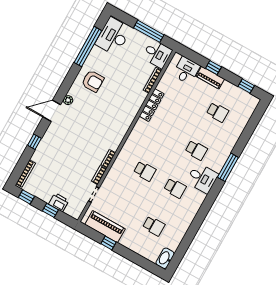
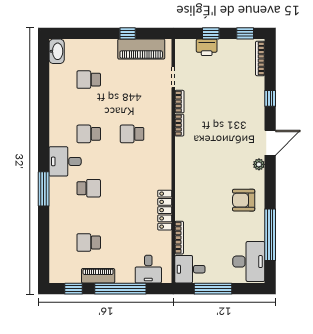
window: (213, 68) -> (120, 289), width x3.17
piano: (210, 78) -> (98, 276), moved
school desk: (196, 150) -> (89, 188), turned 180

